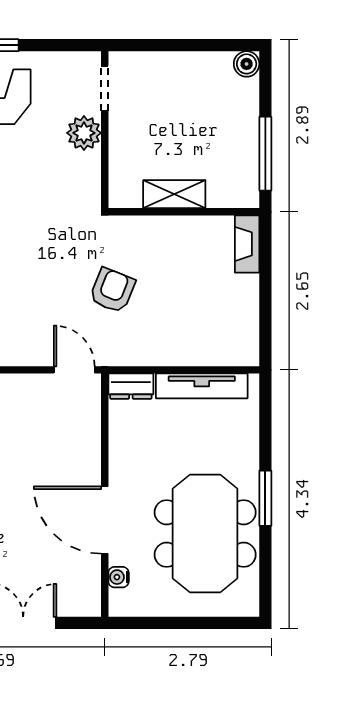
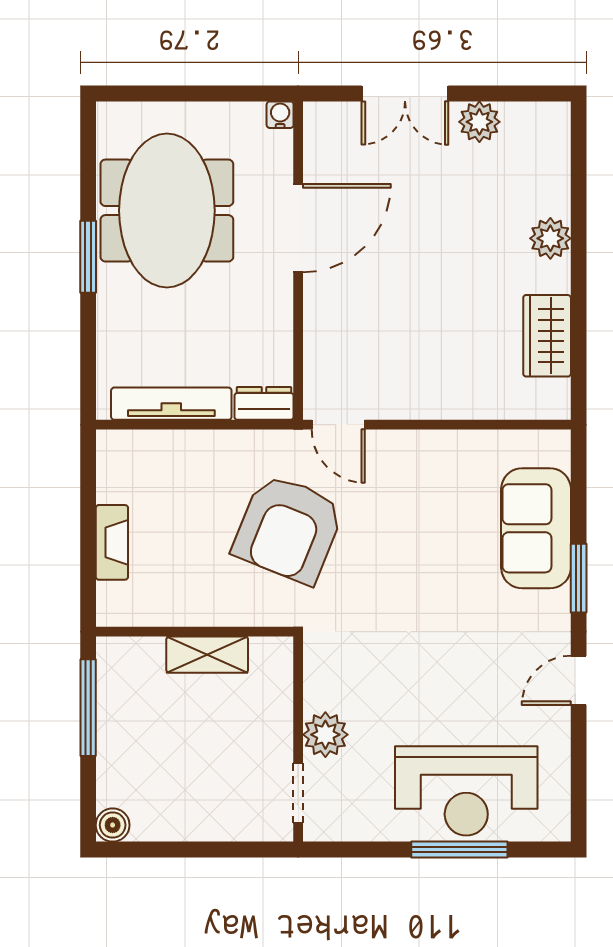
fireplace: (247, 244) -> (112, 542), moved
armchair: (112, 290) -> (288, 529), width x1.88, depth x1.88
door: (105, 520) -> (298, 228), hinge flipped
water cooler: (119, 577) -> (280, 115), moved, turned -90

